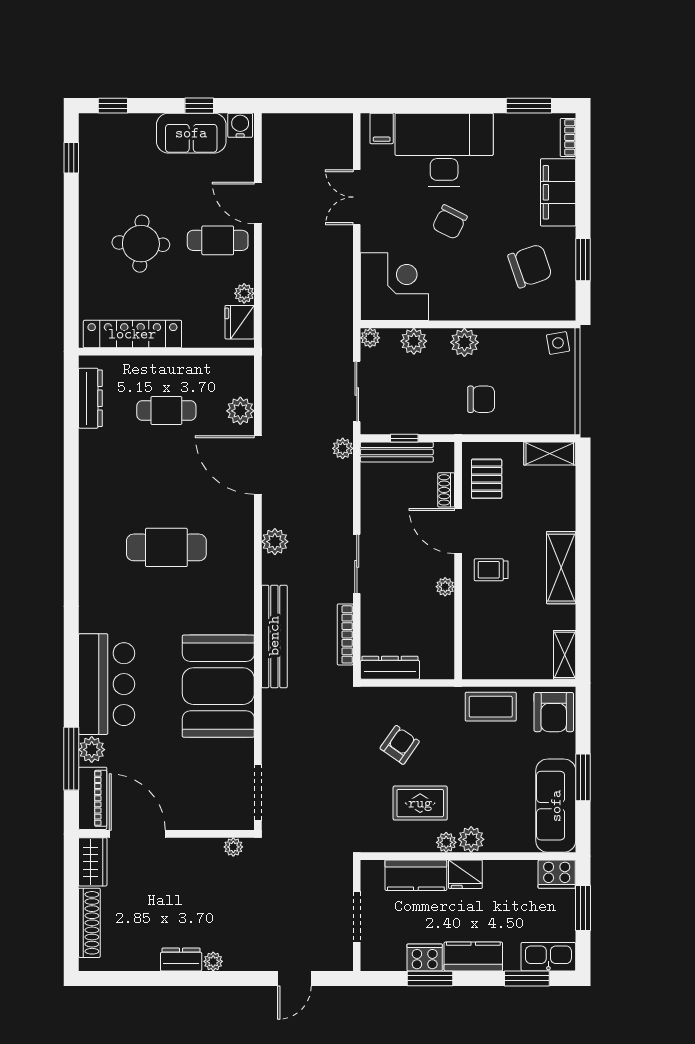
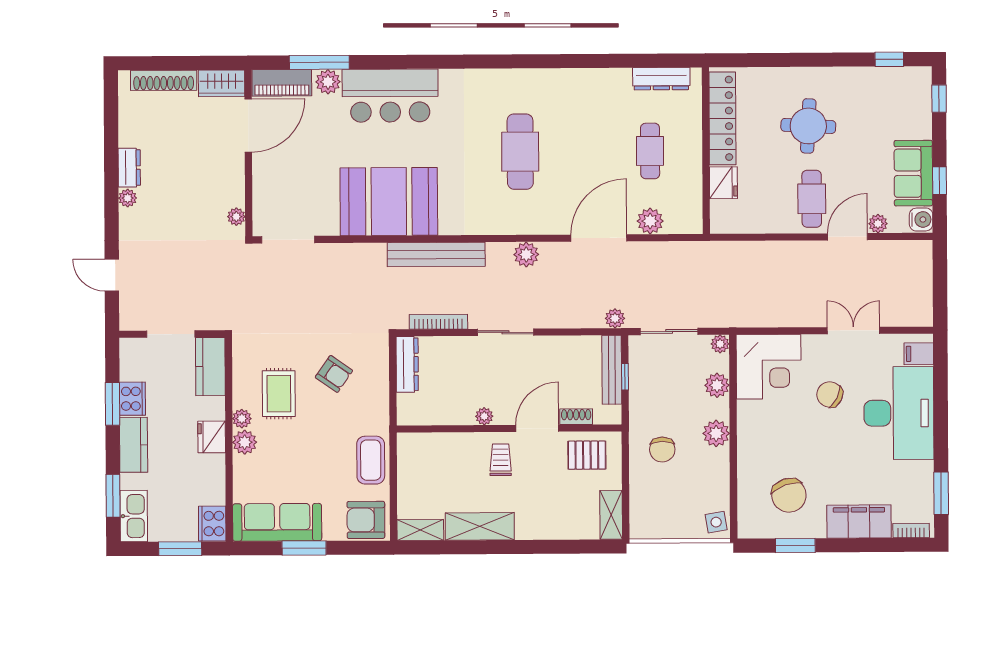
chair: (450, 222) -> (830, 394), moved
plant: (244, 293) -> (878, 224), moved
fridge: (240, 322) -> (723, 183), moved, turned 90
shelving: (561, 568) -> (480, 526), moved
kitchen counter: (416, 875) -> (210, 367), moved

